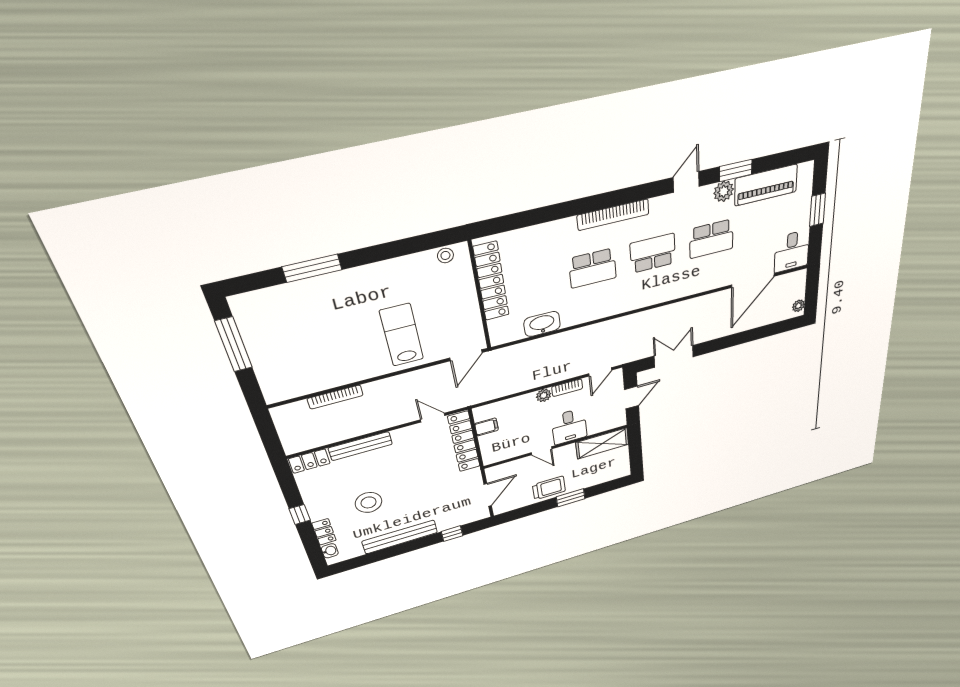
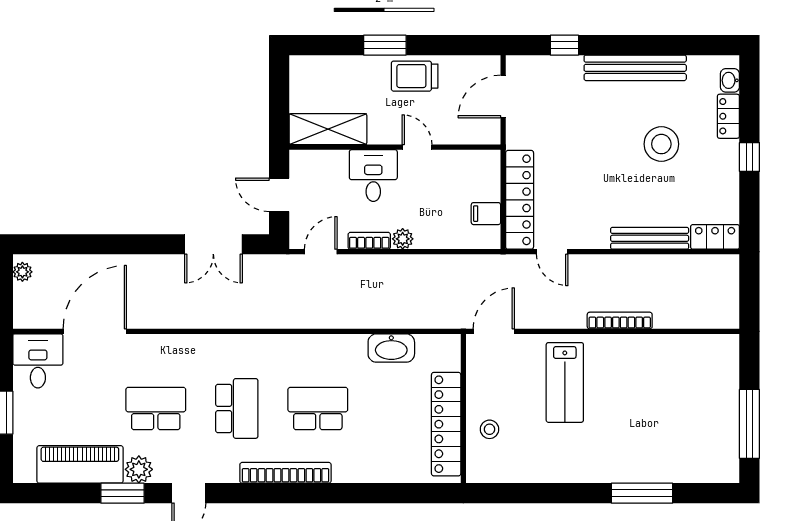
school desk: (653, 253) -> (237, 408), turned -90
stool: (445, 255) -> (490, 429), moved
bookcase: (335, 397) -> (620, 321), moved
door: (631, 398) -> (279, 195), hinge flipped

